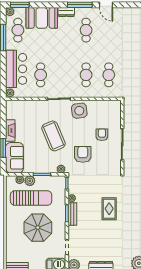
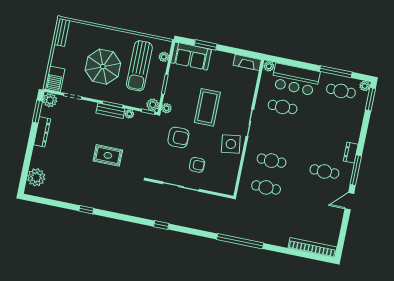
booth: (42, 18) -> (350, 122), removed
fireplace: (10, 131) -> (247, 62), moved
coffee table: (54, 136) -> (207, 107), turned -67
plant: (30, 181) -> (153, 105), moved

